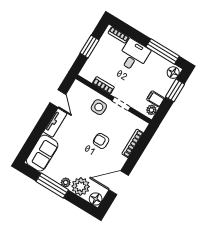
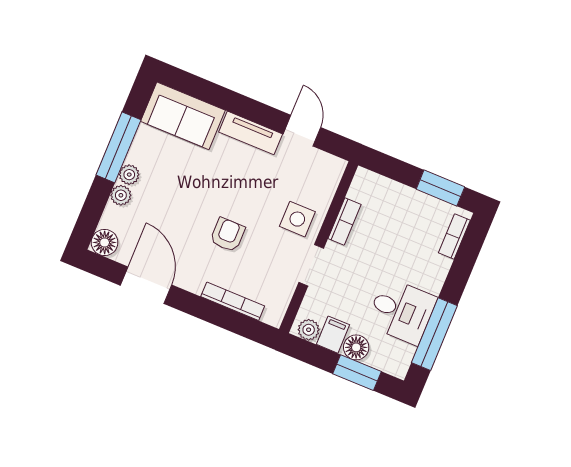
window: (90, 47) -> (440, 188), moved
desk: (134, 56) -> (401, 311), moved
floor lamp: (173, 73) -> (356, 347), moved
door: (58, 98) -> (302, 131), swing flipped
plant: (81, 186) -> (121, 195), width x0.53, depth x0.53

